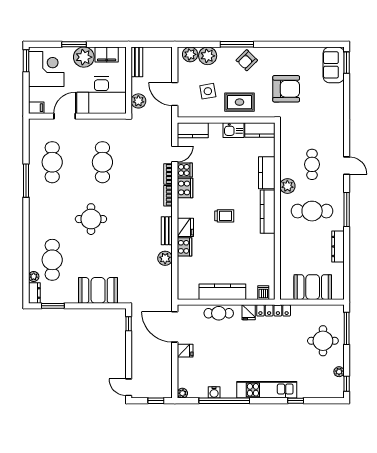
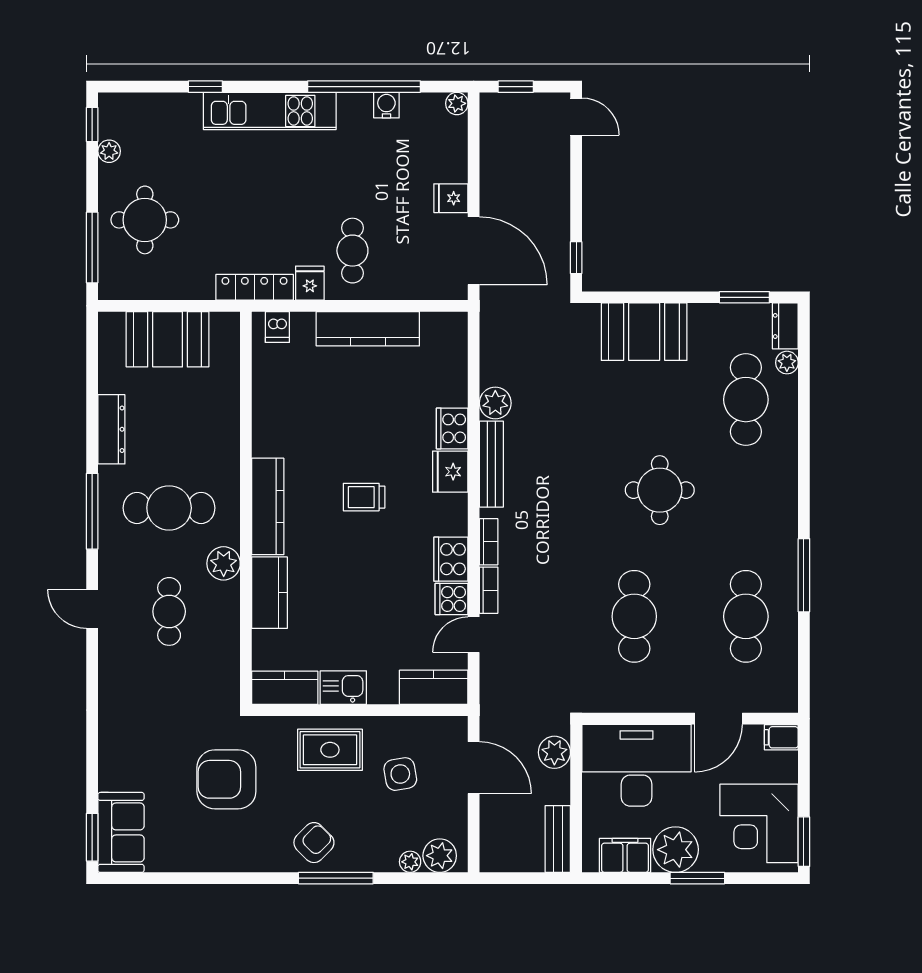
plant: (208, 56) -> (410, 862), width x0.53, depth x0.53
bench: (167, 231) -> (491, 464), width x1.36
cafe table: (219, 313) -> (352, 251), moved, turned 90

